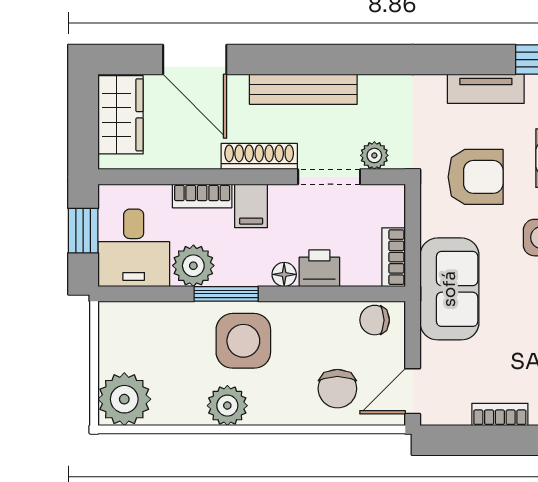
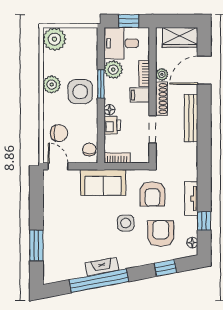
plant: (374, 155) -> (162, 74), moved
chair: (337, 389) -> (59, 133), turned 180
bookcase: (500, 414) -> (48, 205), removed

